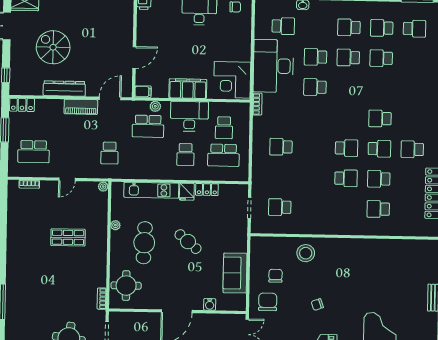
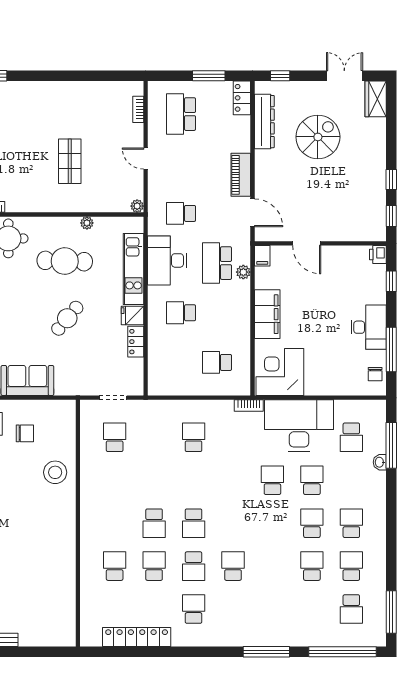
dresser: (64, 89) -> (264, 122), moved
desk: (189, 116) -> (167, 260), moved, turned 180
school desk: (223, 155) -> (181, 362), removed

